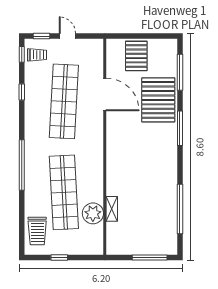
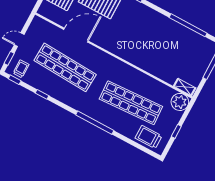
shelving: (112, 209) -> (185, 87), moved
plant: (93, 213) -> (180, 102), moved
trolley: (37, 231) -> (149, 137), turned 180

